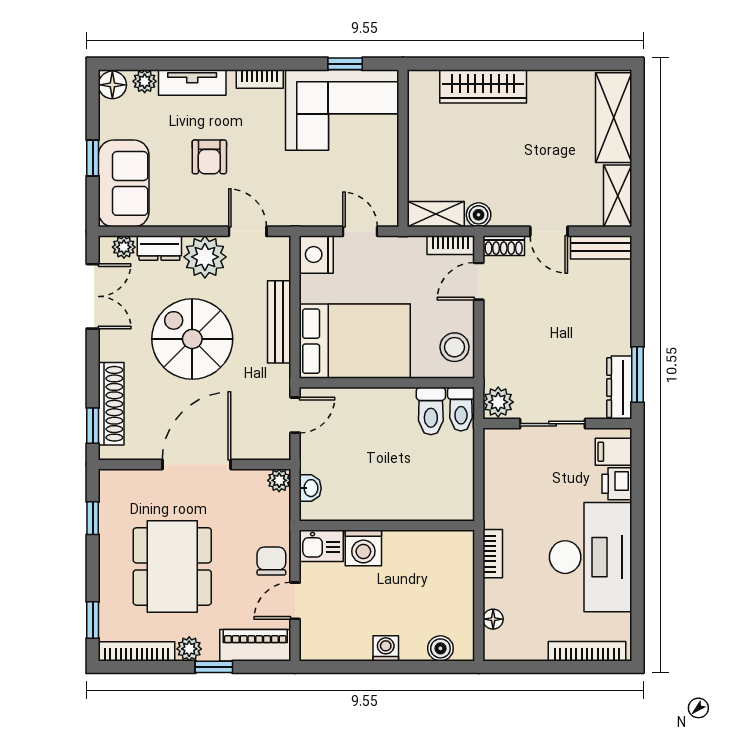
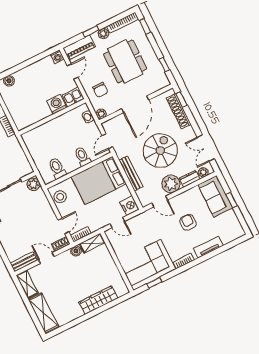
plant: (145, 81) -> (227, 239), removed
floor lamp: (112, 85) -> (238, 231), removed
spiral stairs: (192, 339) -> (160, 151), turned -90
toilet: (461, 409) -> (82, 157), moved
chair: (271, 561) -> (100, 90), moved
washing machine: (386, 648) -> (57, 57), moved

